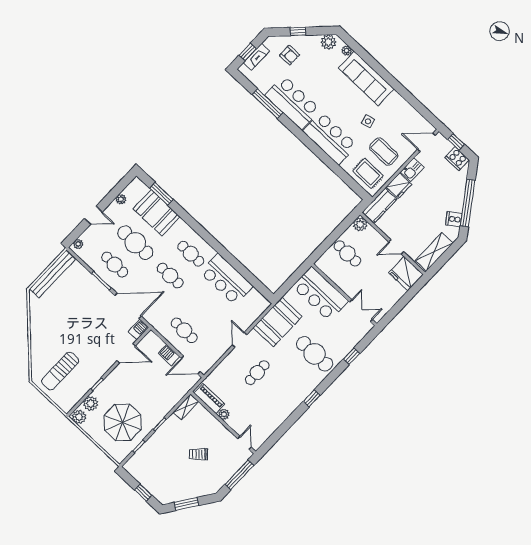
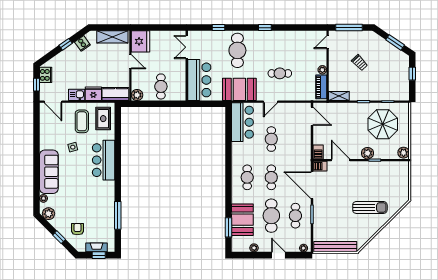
bar counter: (293, 102) -> (103, 201), removed
window: (468, 203) -> (66, 44), width x0.32
bar counter: (226, 279) -> (242, 122), moved
cafe table: (184, 330) -> (271, 139), moved
barbecue: (169, 355) -> (318, 152), moved
sun lounger: (60, 371) -> (370, 207), moved
plant: (91, 404) -> (367, 153), moved

